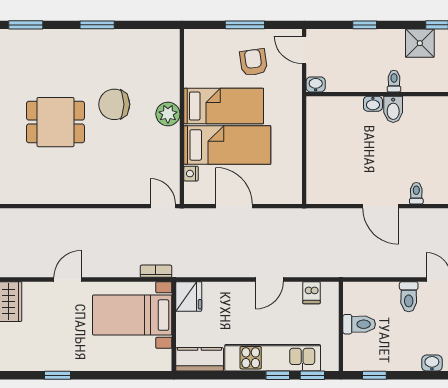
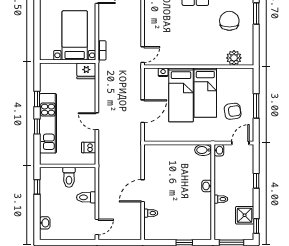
chair: (114, 104) -> (229, 21), moved
bidet: (393, 109) -> (203, 150), moved
plant: (168, 114) -> (234, 58), moved
door: (234, 206) -> (143, 111), moved
toilet: (409, 297) -> (86, 197), moved
kitchen counter: (200, 359) -> (47, 78), removed
window: (312, 375) -> (37, 99), moved

